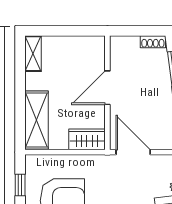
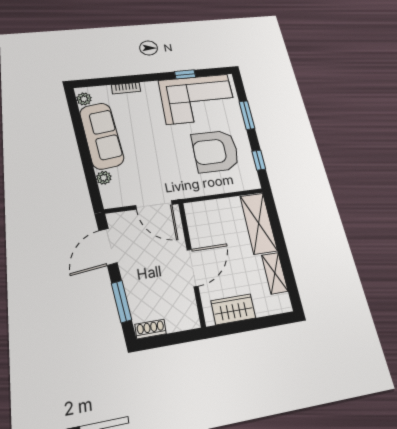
shelving: (33, 54) -> (275, 273), moved
wardrobe: (87, 139) -> (233, 309), moved, turned 180

